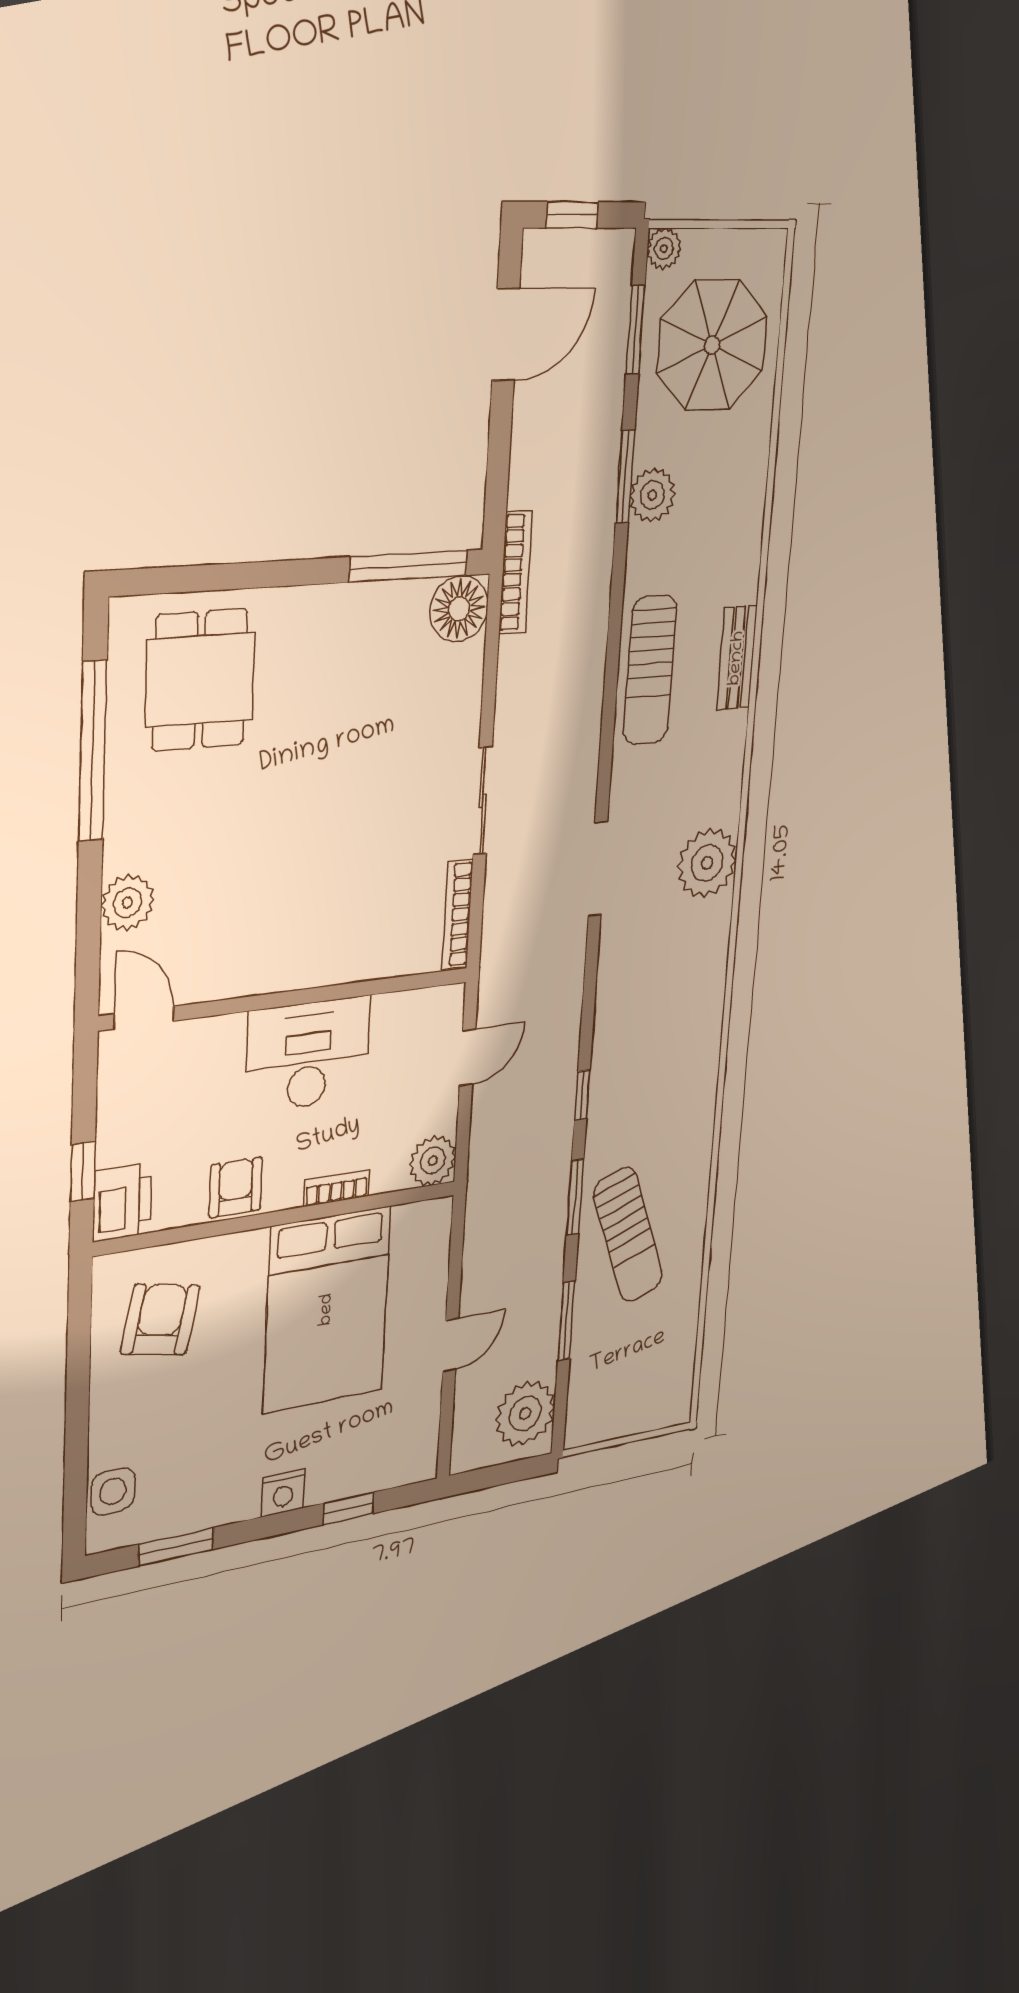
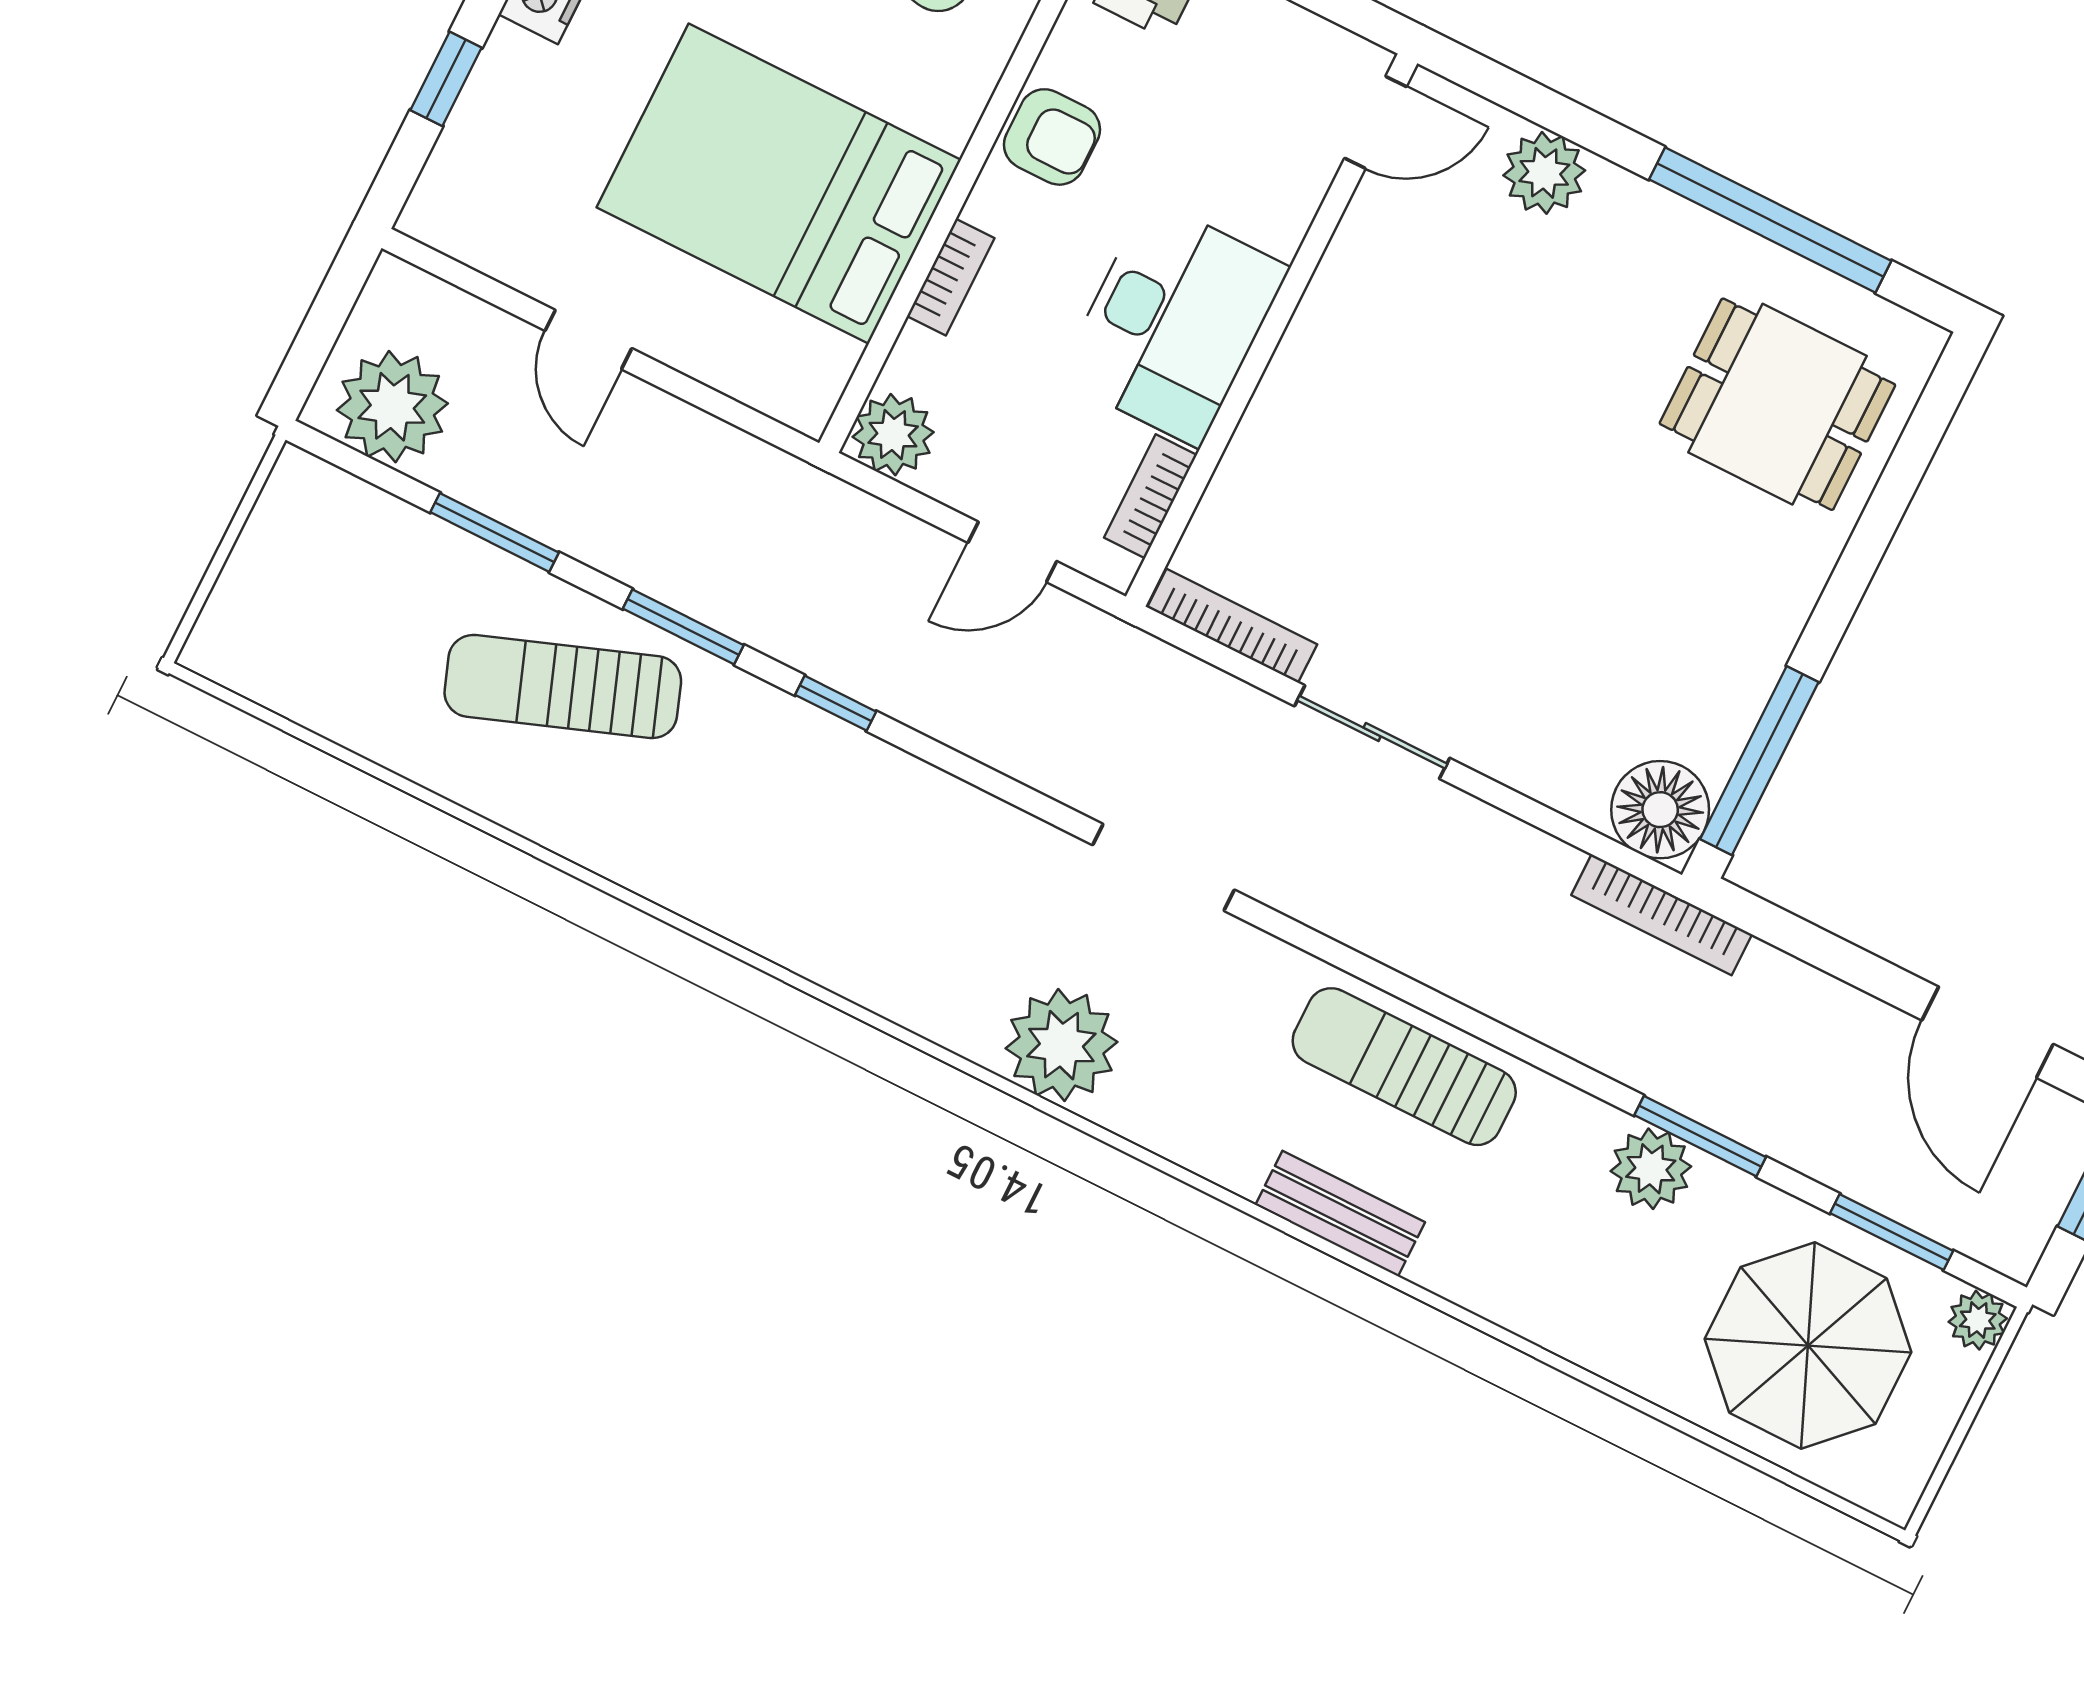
bookcase: (407, 1004) -> (1150, 496), added
door: (468, 1057) -> (1012, 552), hinge flipped

